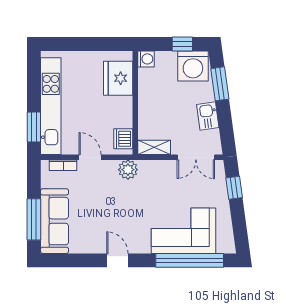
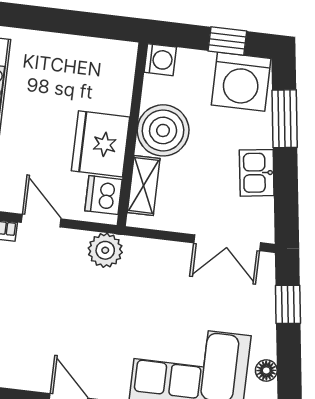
fridge: (118, 78) -> (101, 144), moved
boiler: (152, 98) -> (163, 130), added
shelving: (154, 147) -> (144, 185), moved, turned 90
floor lamp: (226, 226) -> (266, 370), added

